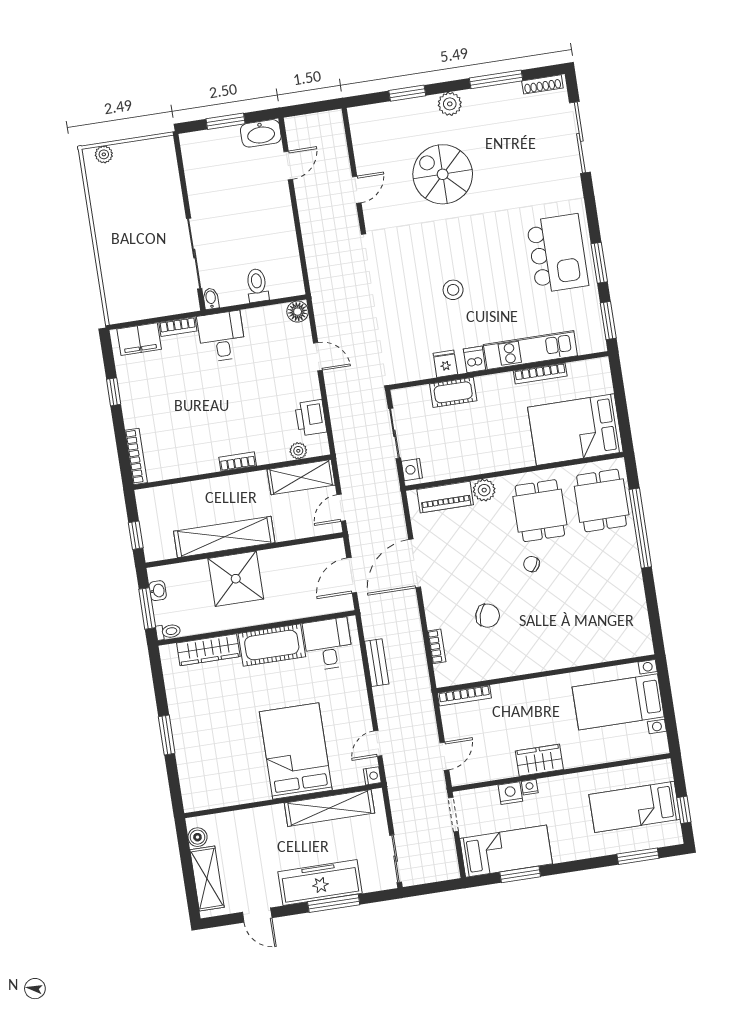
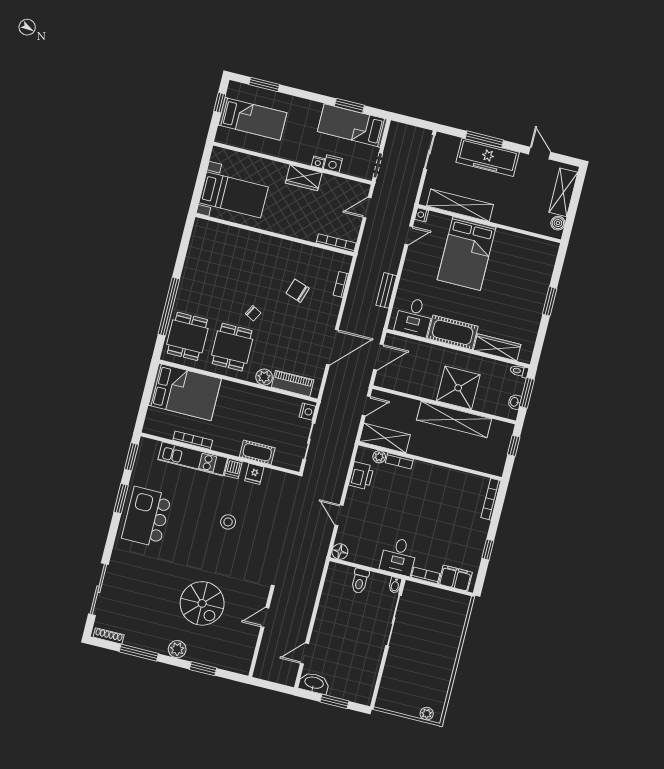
bookcase: (238, 462) -> (399, 461), moved

